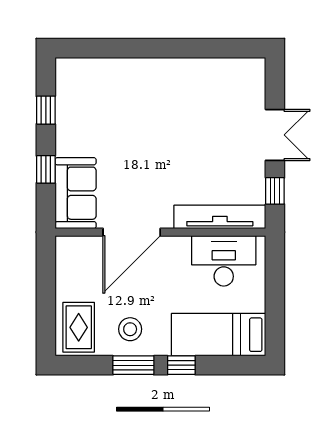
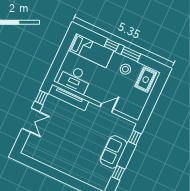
double door: (275, 135) -> (31, 120), swing flipped
window: (46, 169) -> (135, 138), moved
sofa: (76, 193) -> (113, 152), moved
door: (132, 232) -> (107, 108), width x0.53

